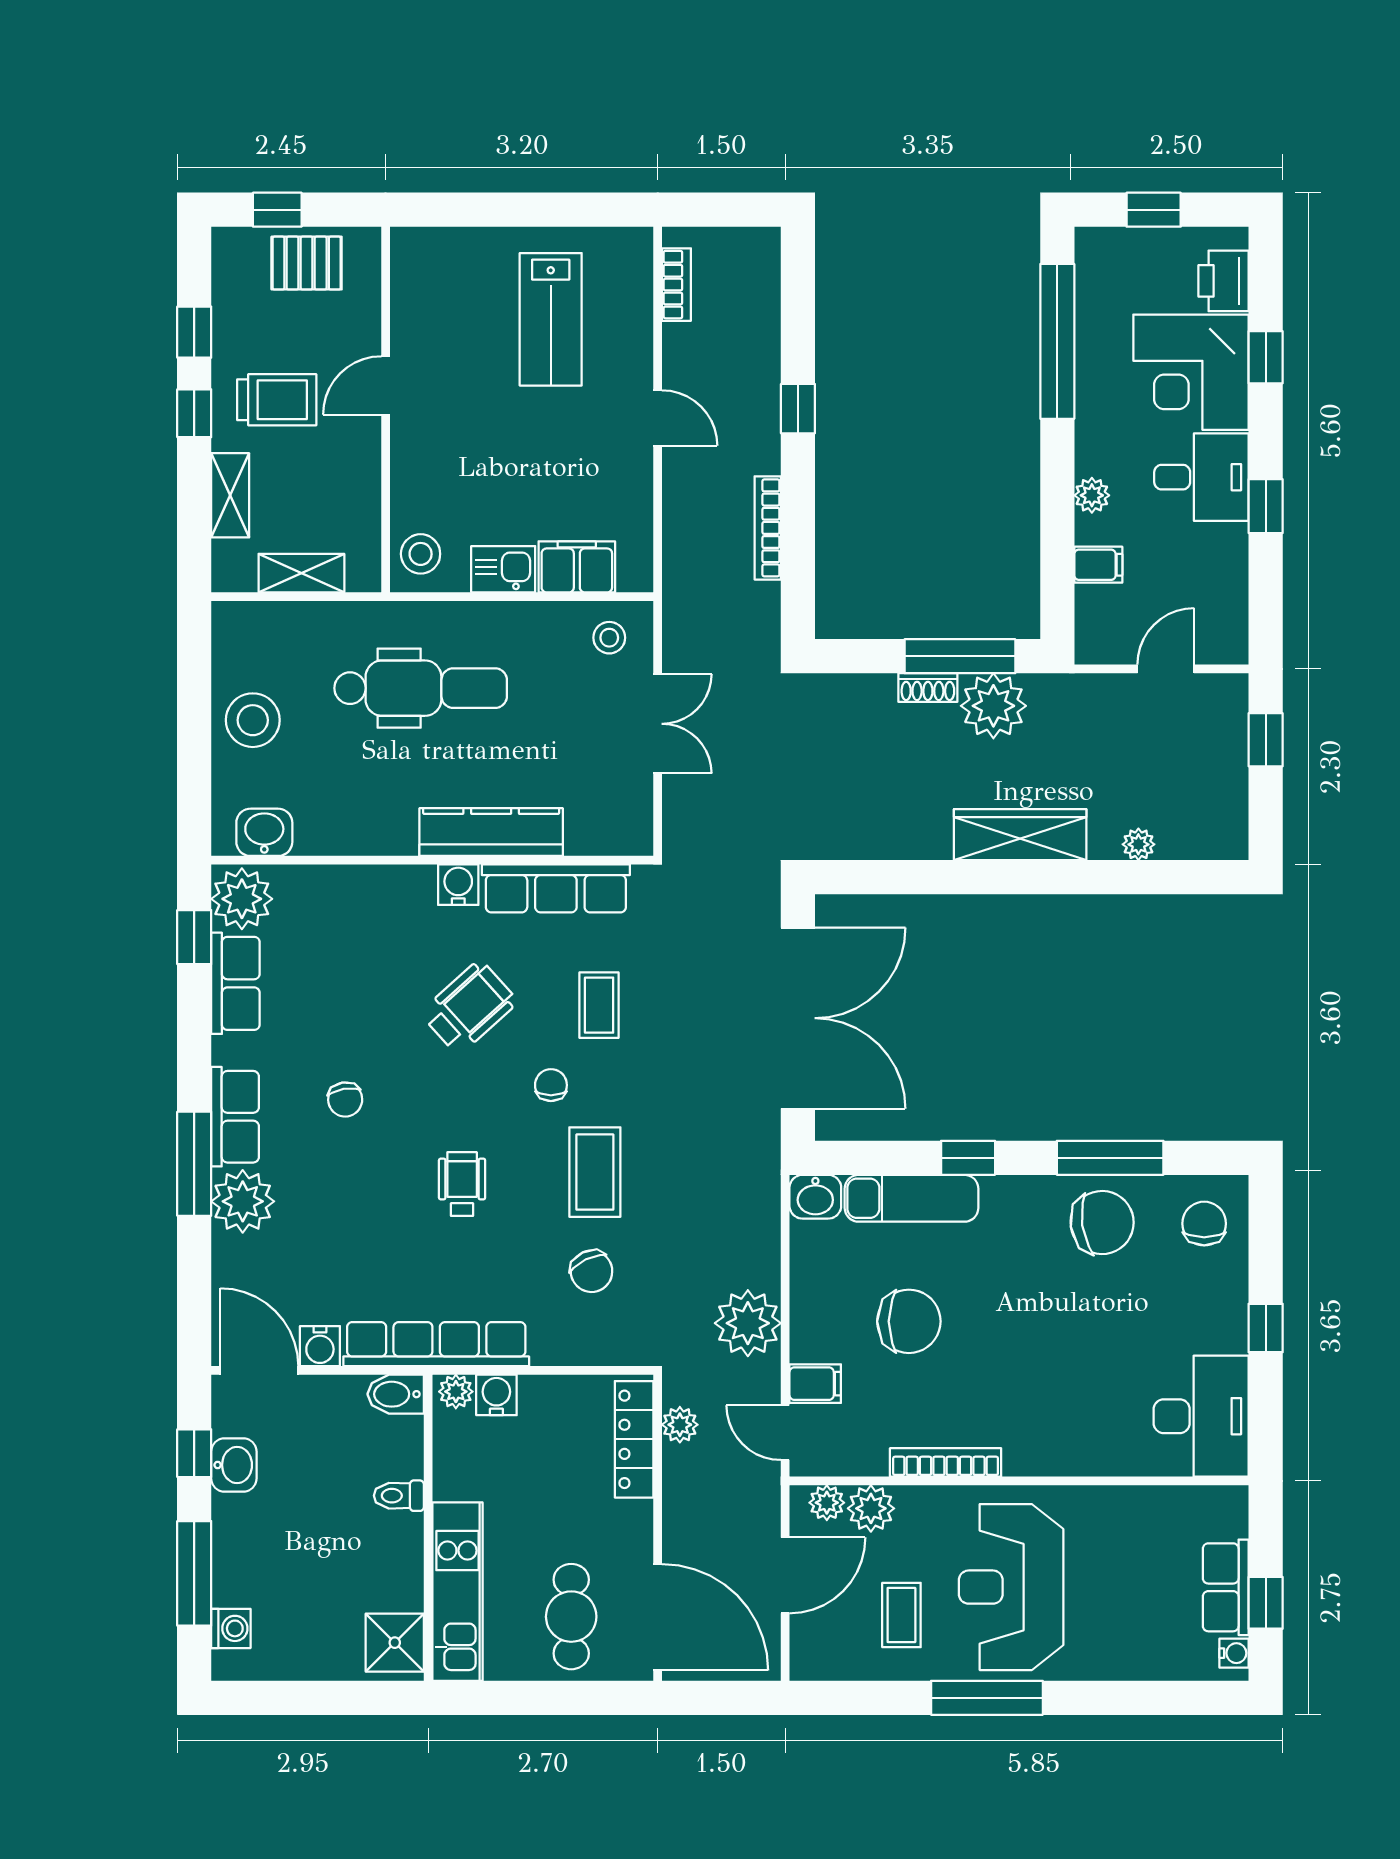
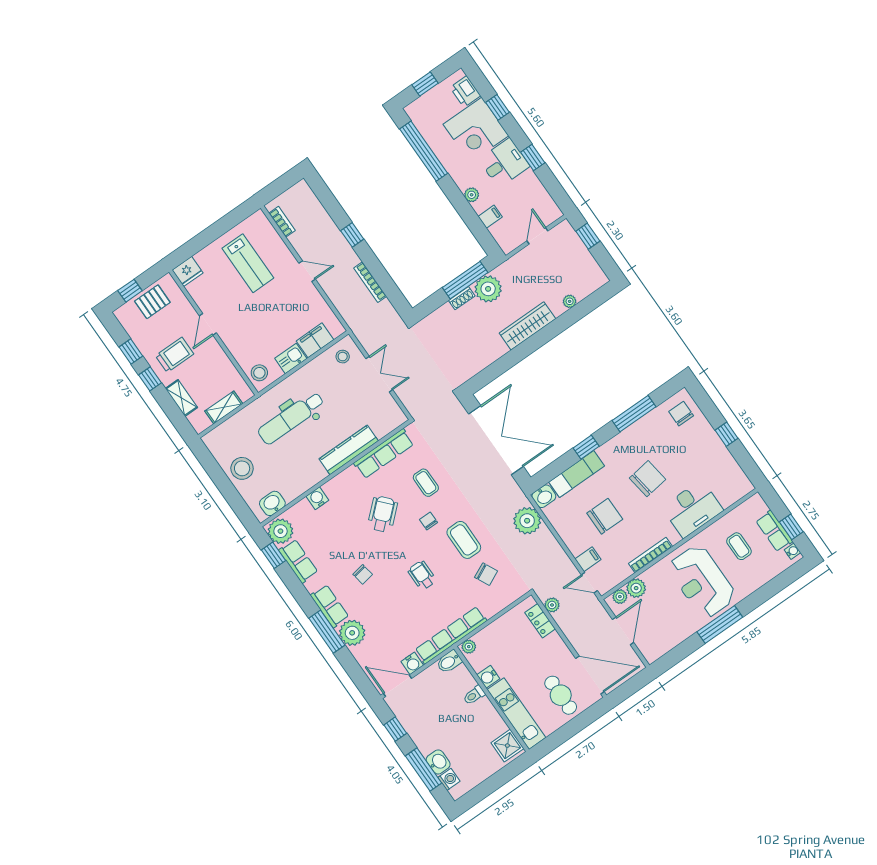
fridge: (419, 252) -> (187, 271), added
dental chair: (421, 688) -> (291, 418), turned 180
water cooler: (458, 885) -> (317, 498), moved
chair: (1102, 1223) -> (648, 479), moved
plant: (748, 1323) -> (527, 521), moved
water cooler: (496, 1395) -> (488, 677), moved, turned -90
desk: (1201, 1416) -> (693, 509), moved, turned 90
locker: (634, 1439) -> (540, 621), width x0.66
washbasin: (234, 1465) -> (438, 762), moved
coffee table: (901, 1615) -> (739, 546), moved

